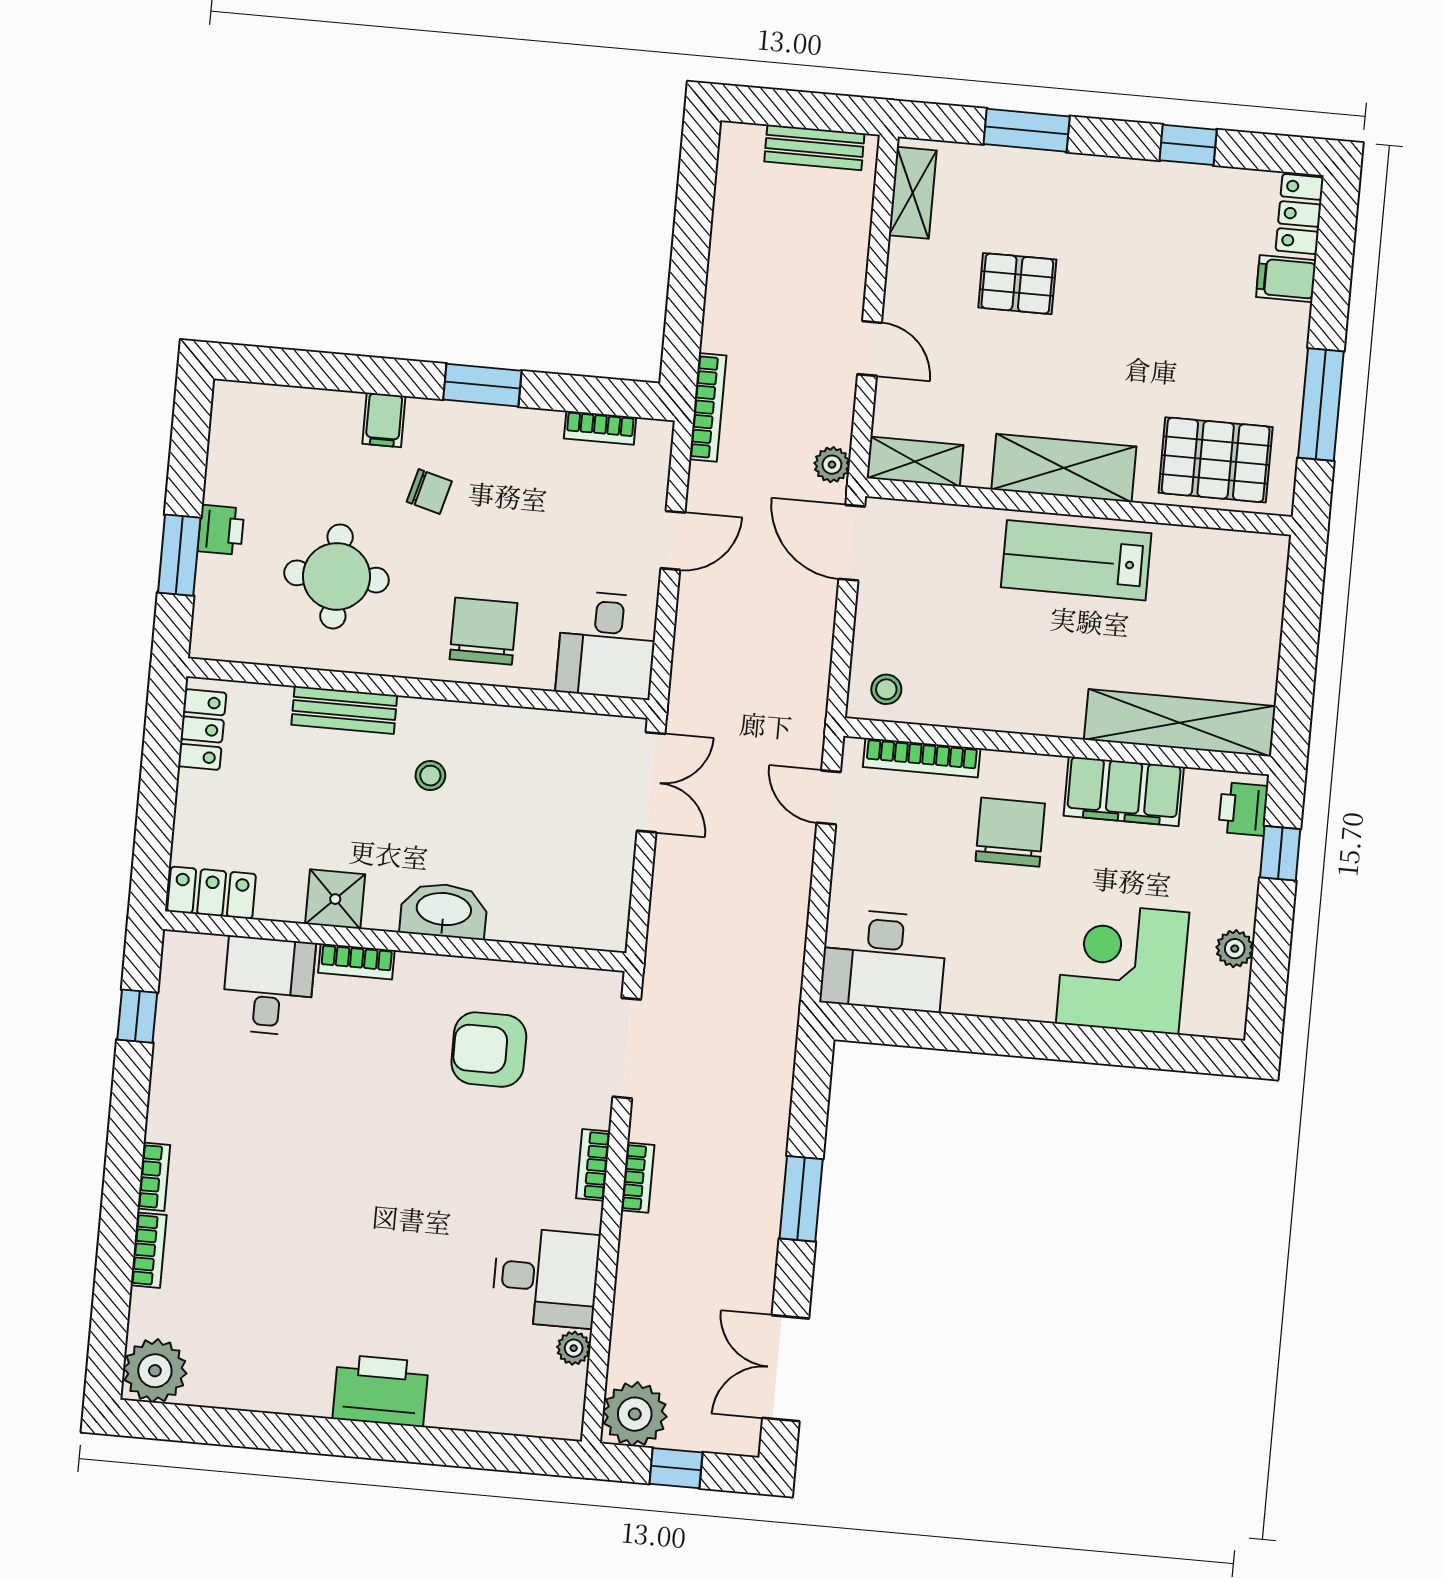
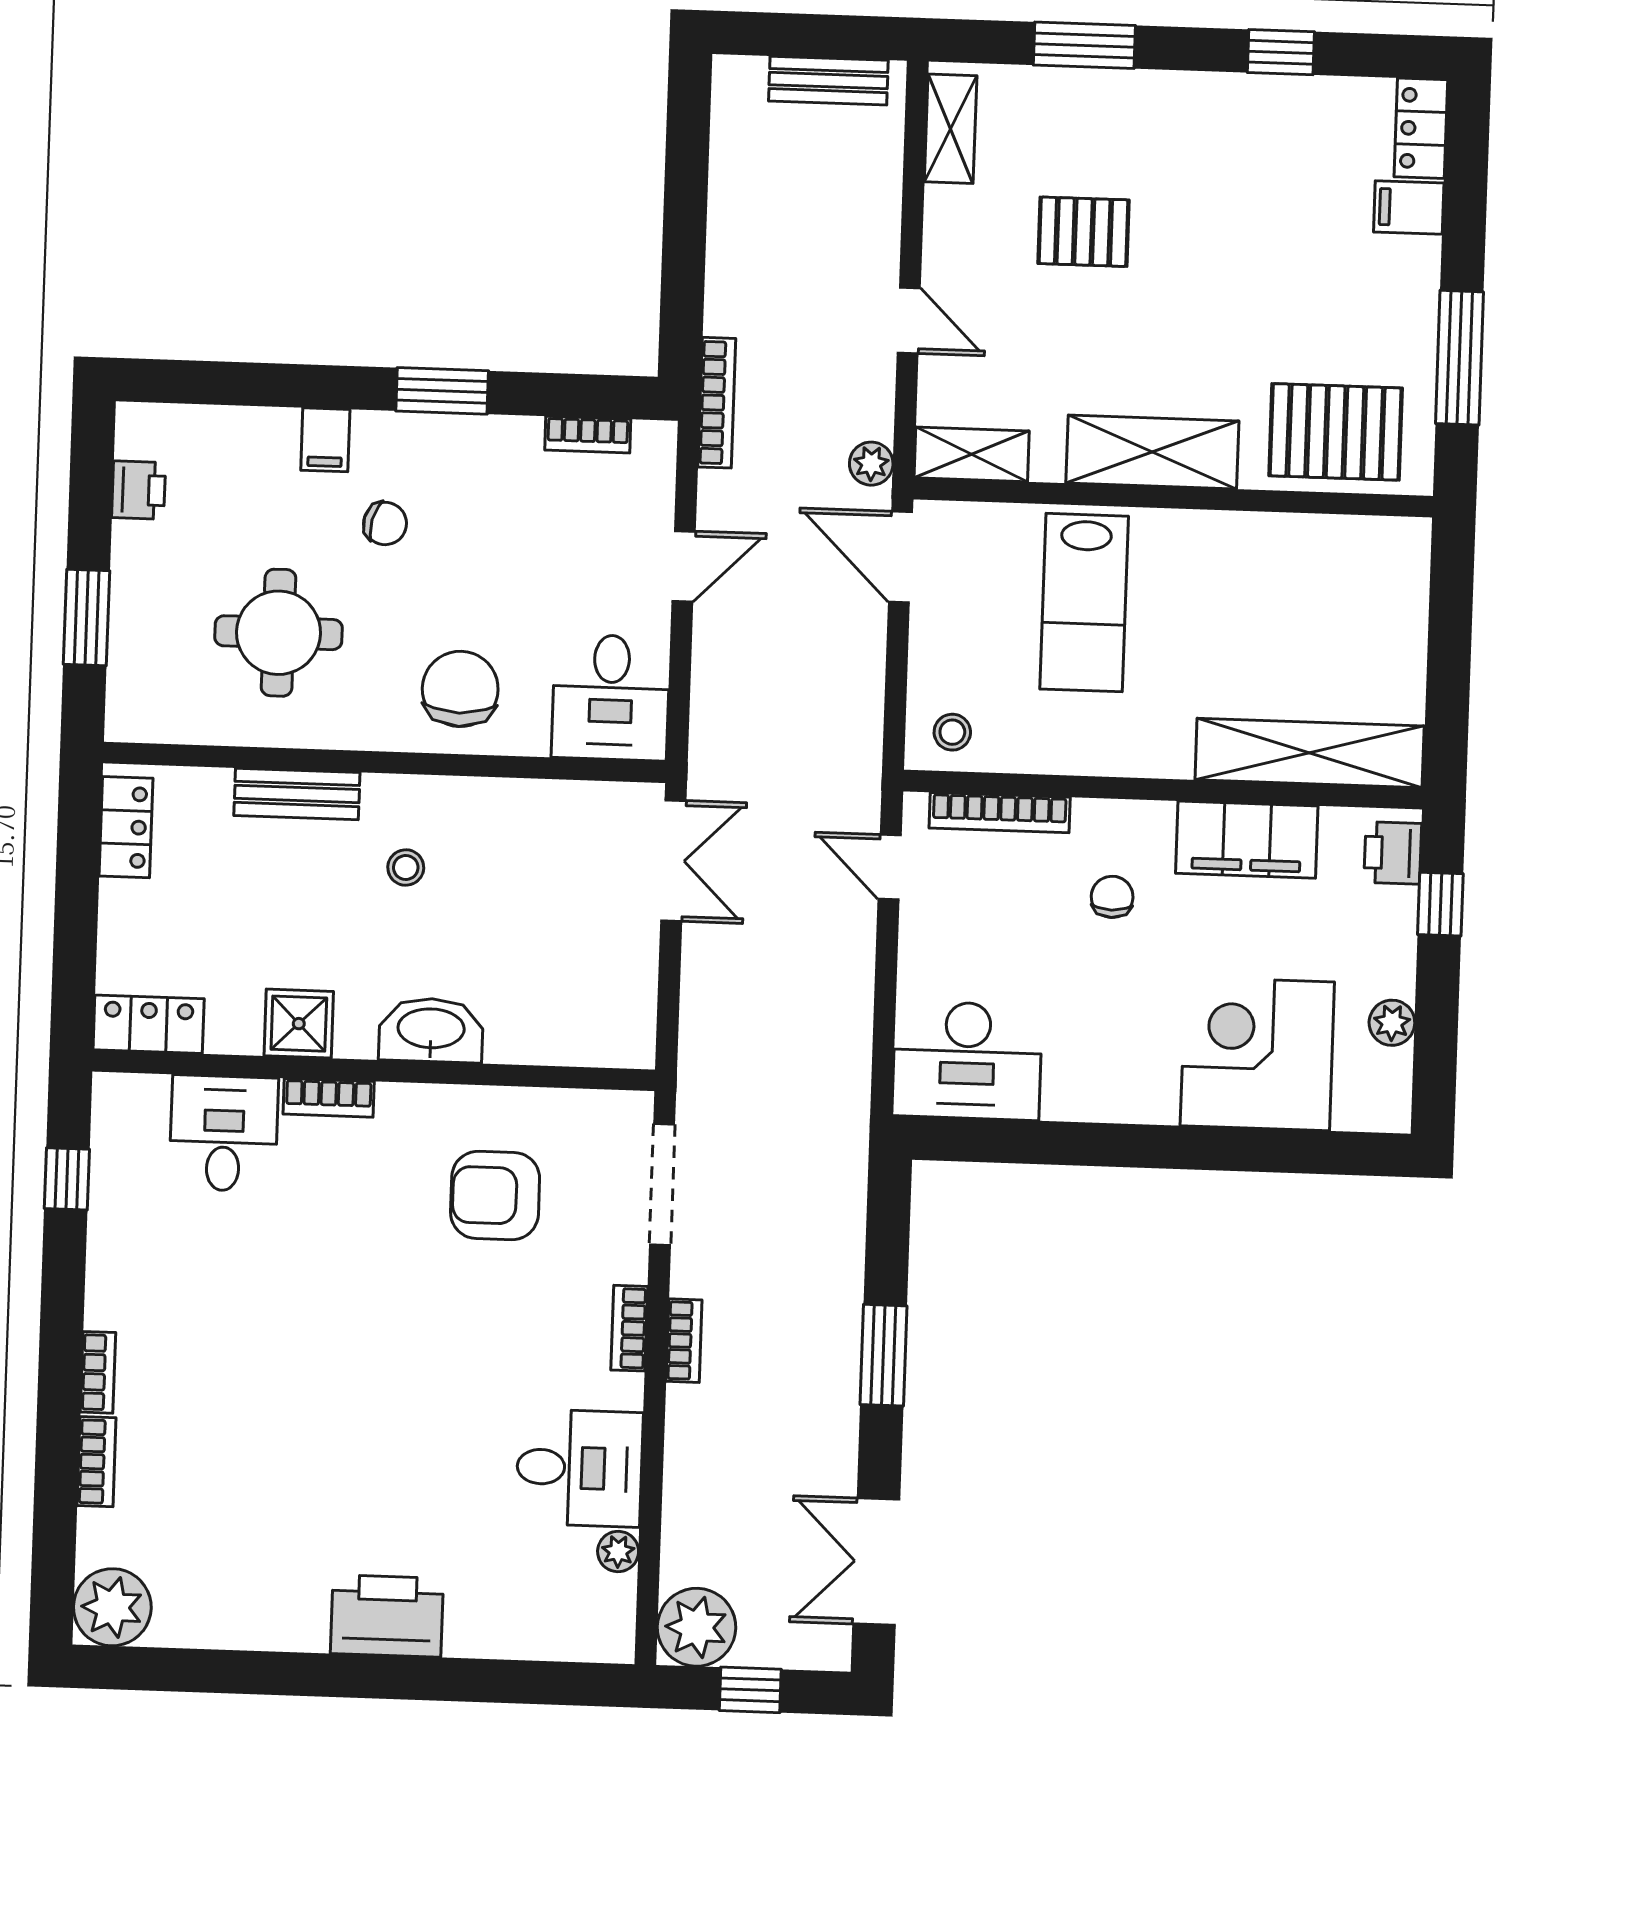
printer: (221, 530) -> (139, 490), moved
lab bench: (1076, 560) -> (1084, 603), moved, turned -90
chair: (1010, 832) -> (1112, 897), width x0.54, depth x0.54

